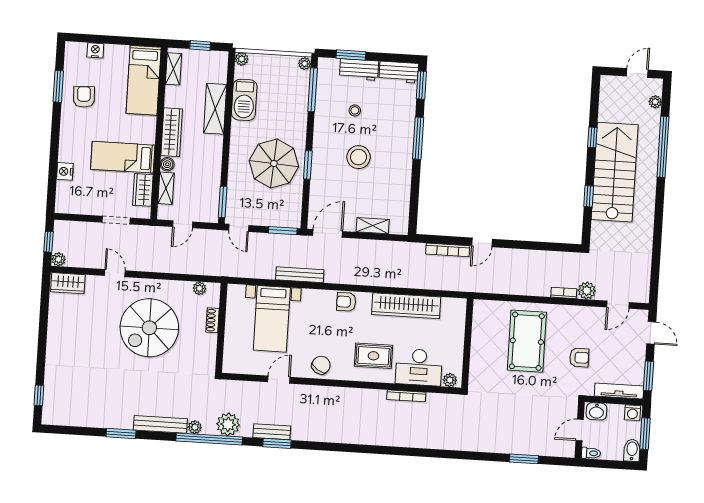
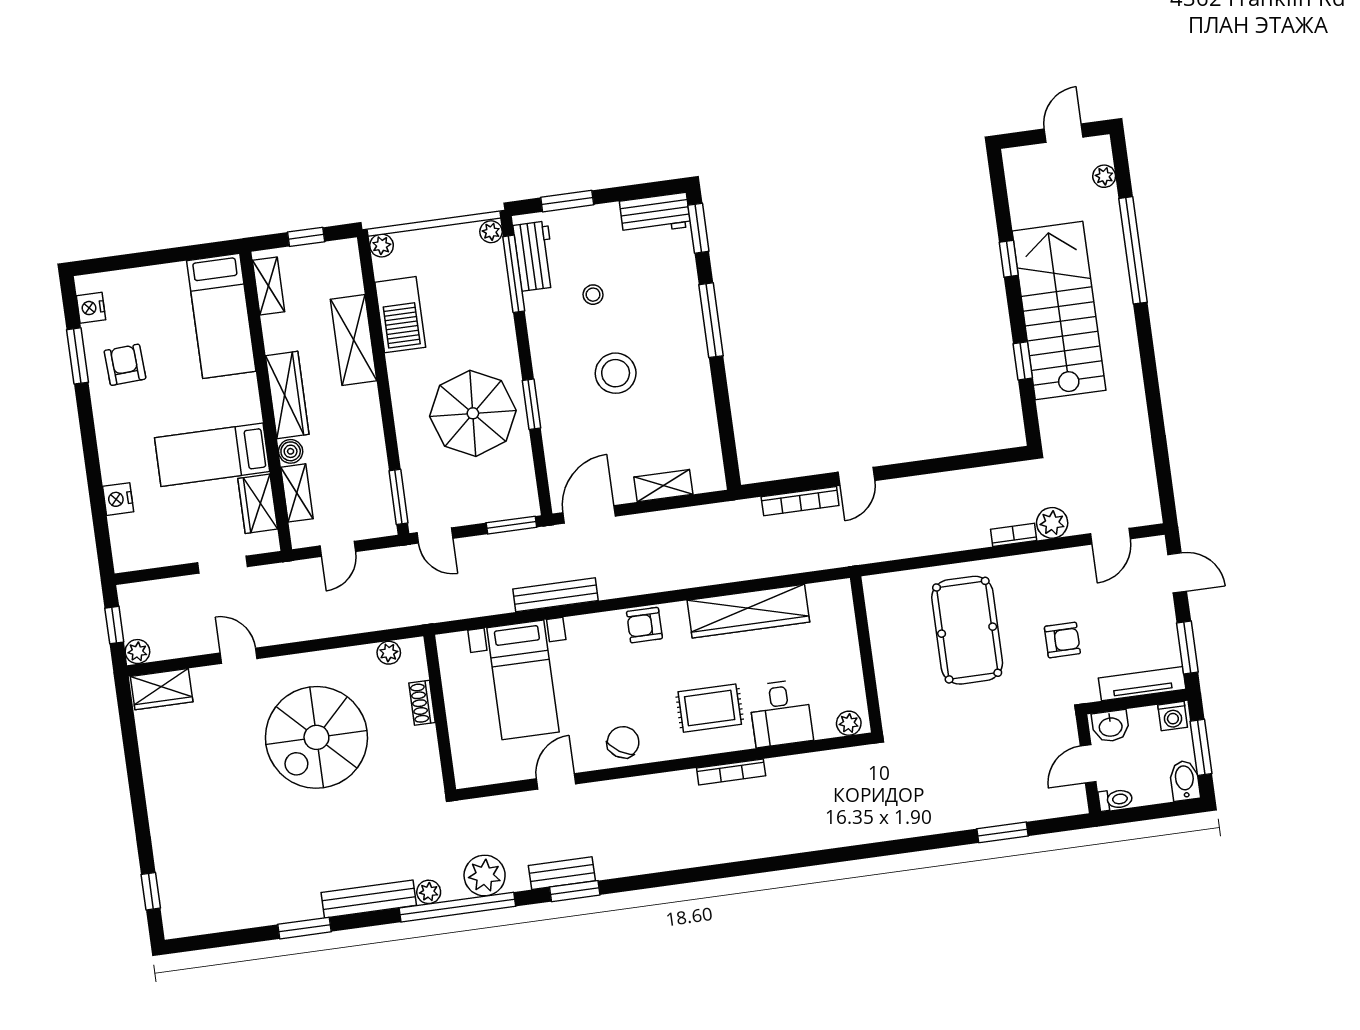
nightstand: (95, 50) -> (91, 308), moved, turned -90
workbench: (359, 70) -> (535, 256), moved, turned -90
desk: (419, 367) -> (781, 713), width x0.73
bookcase: (406, 396) -> (731, 772), moved

